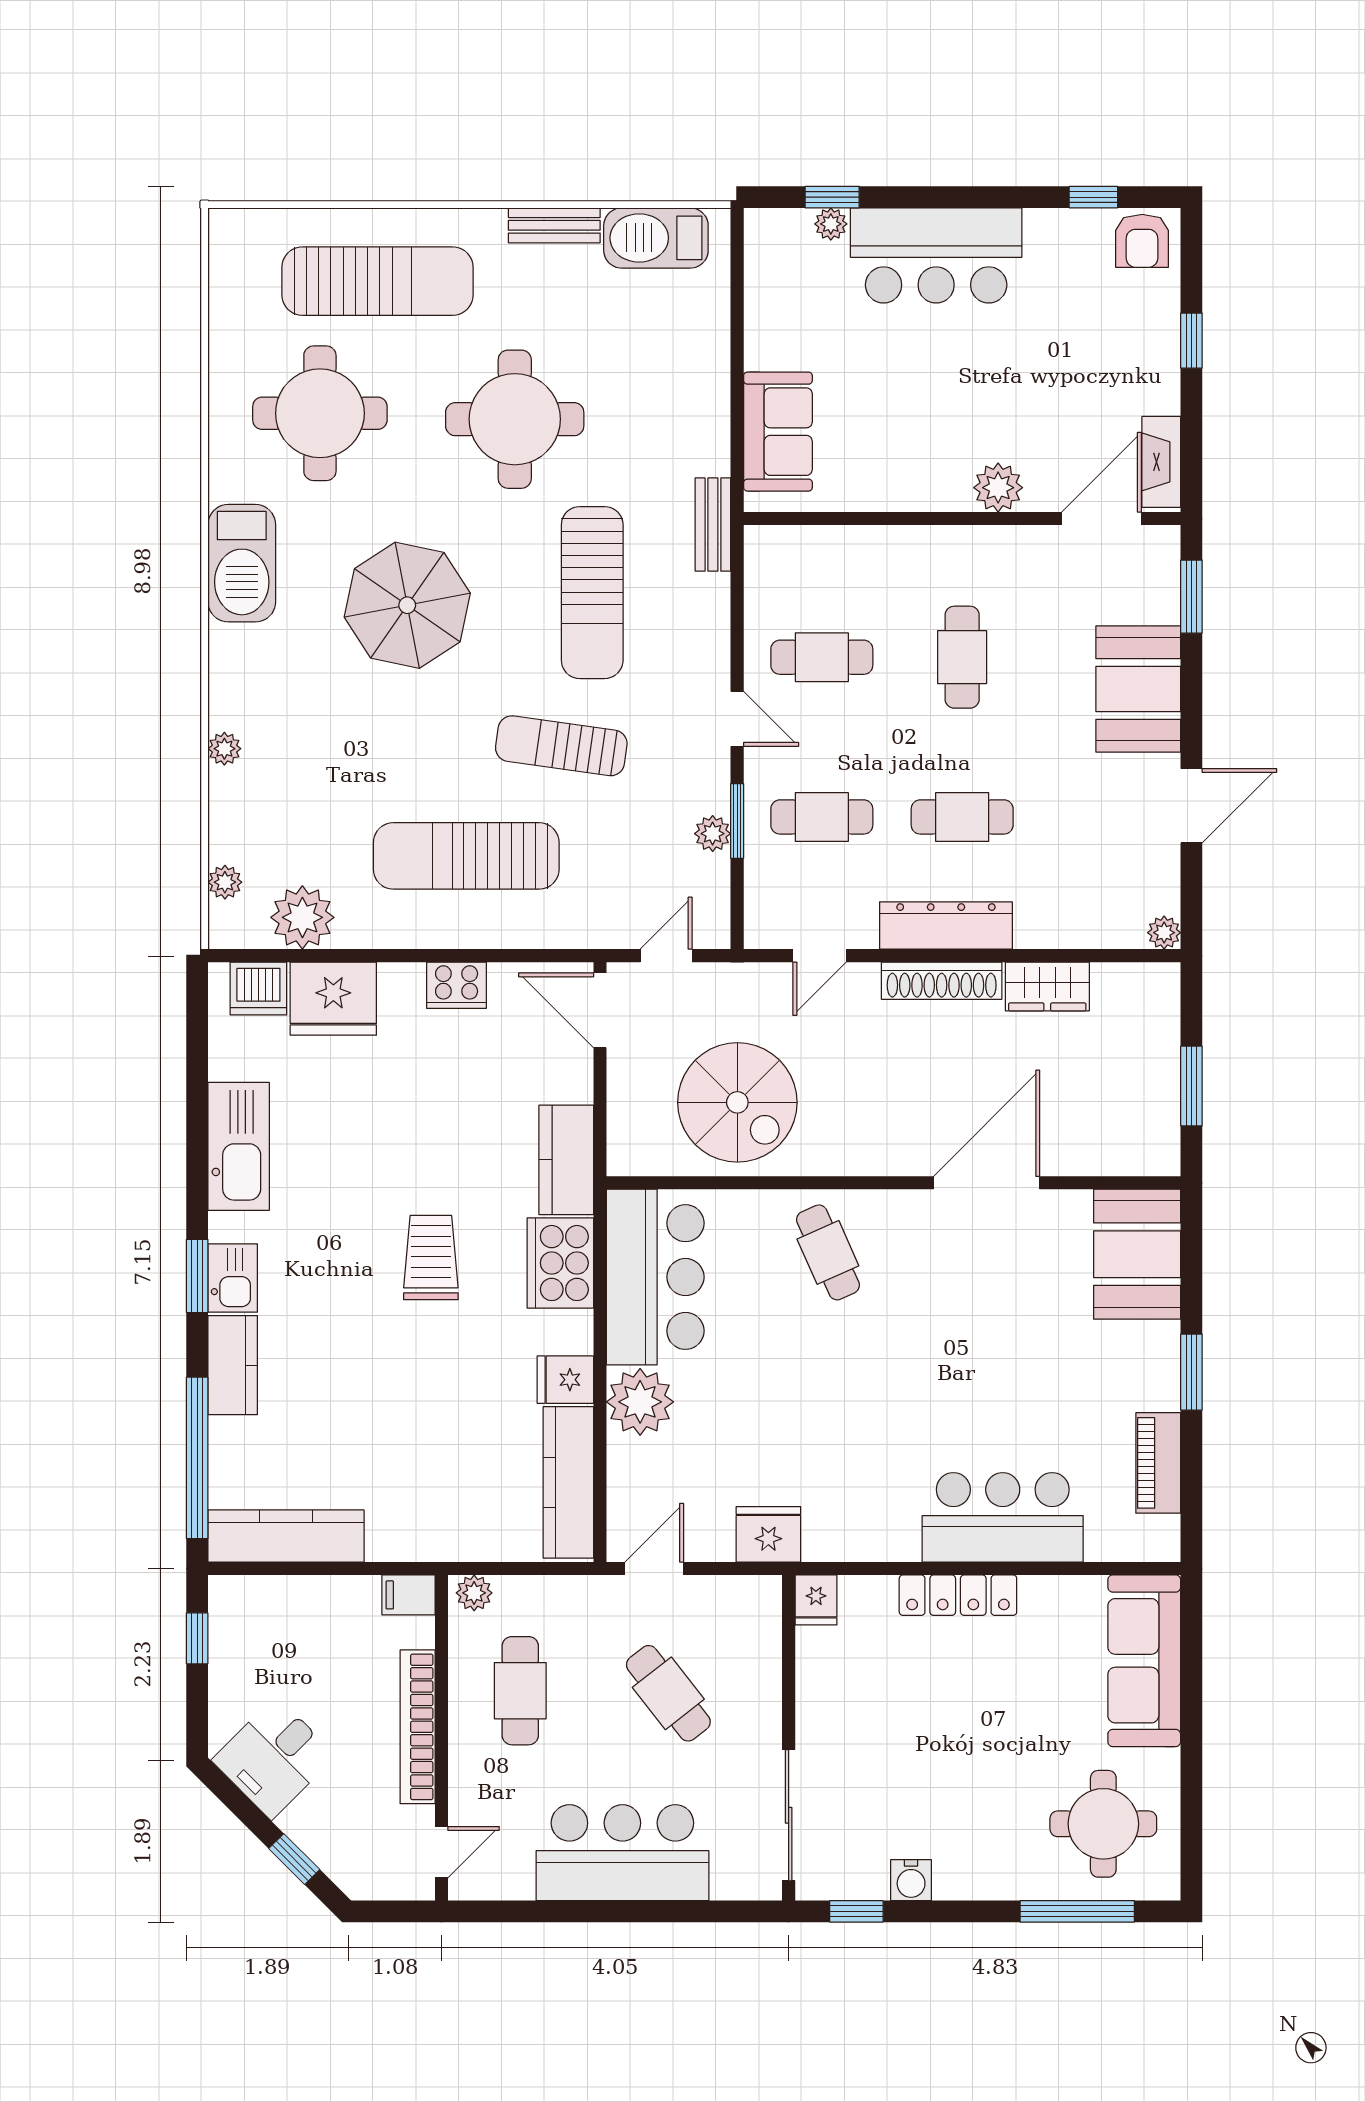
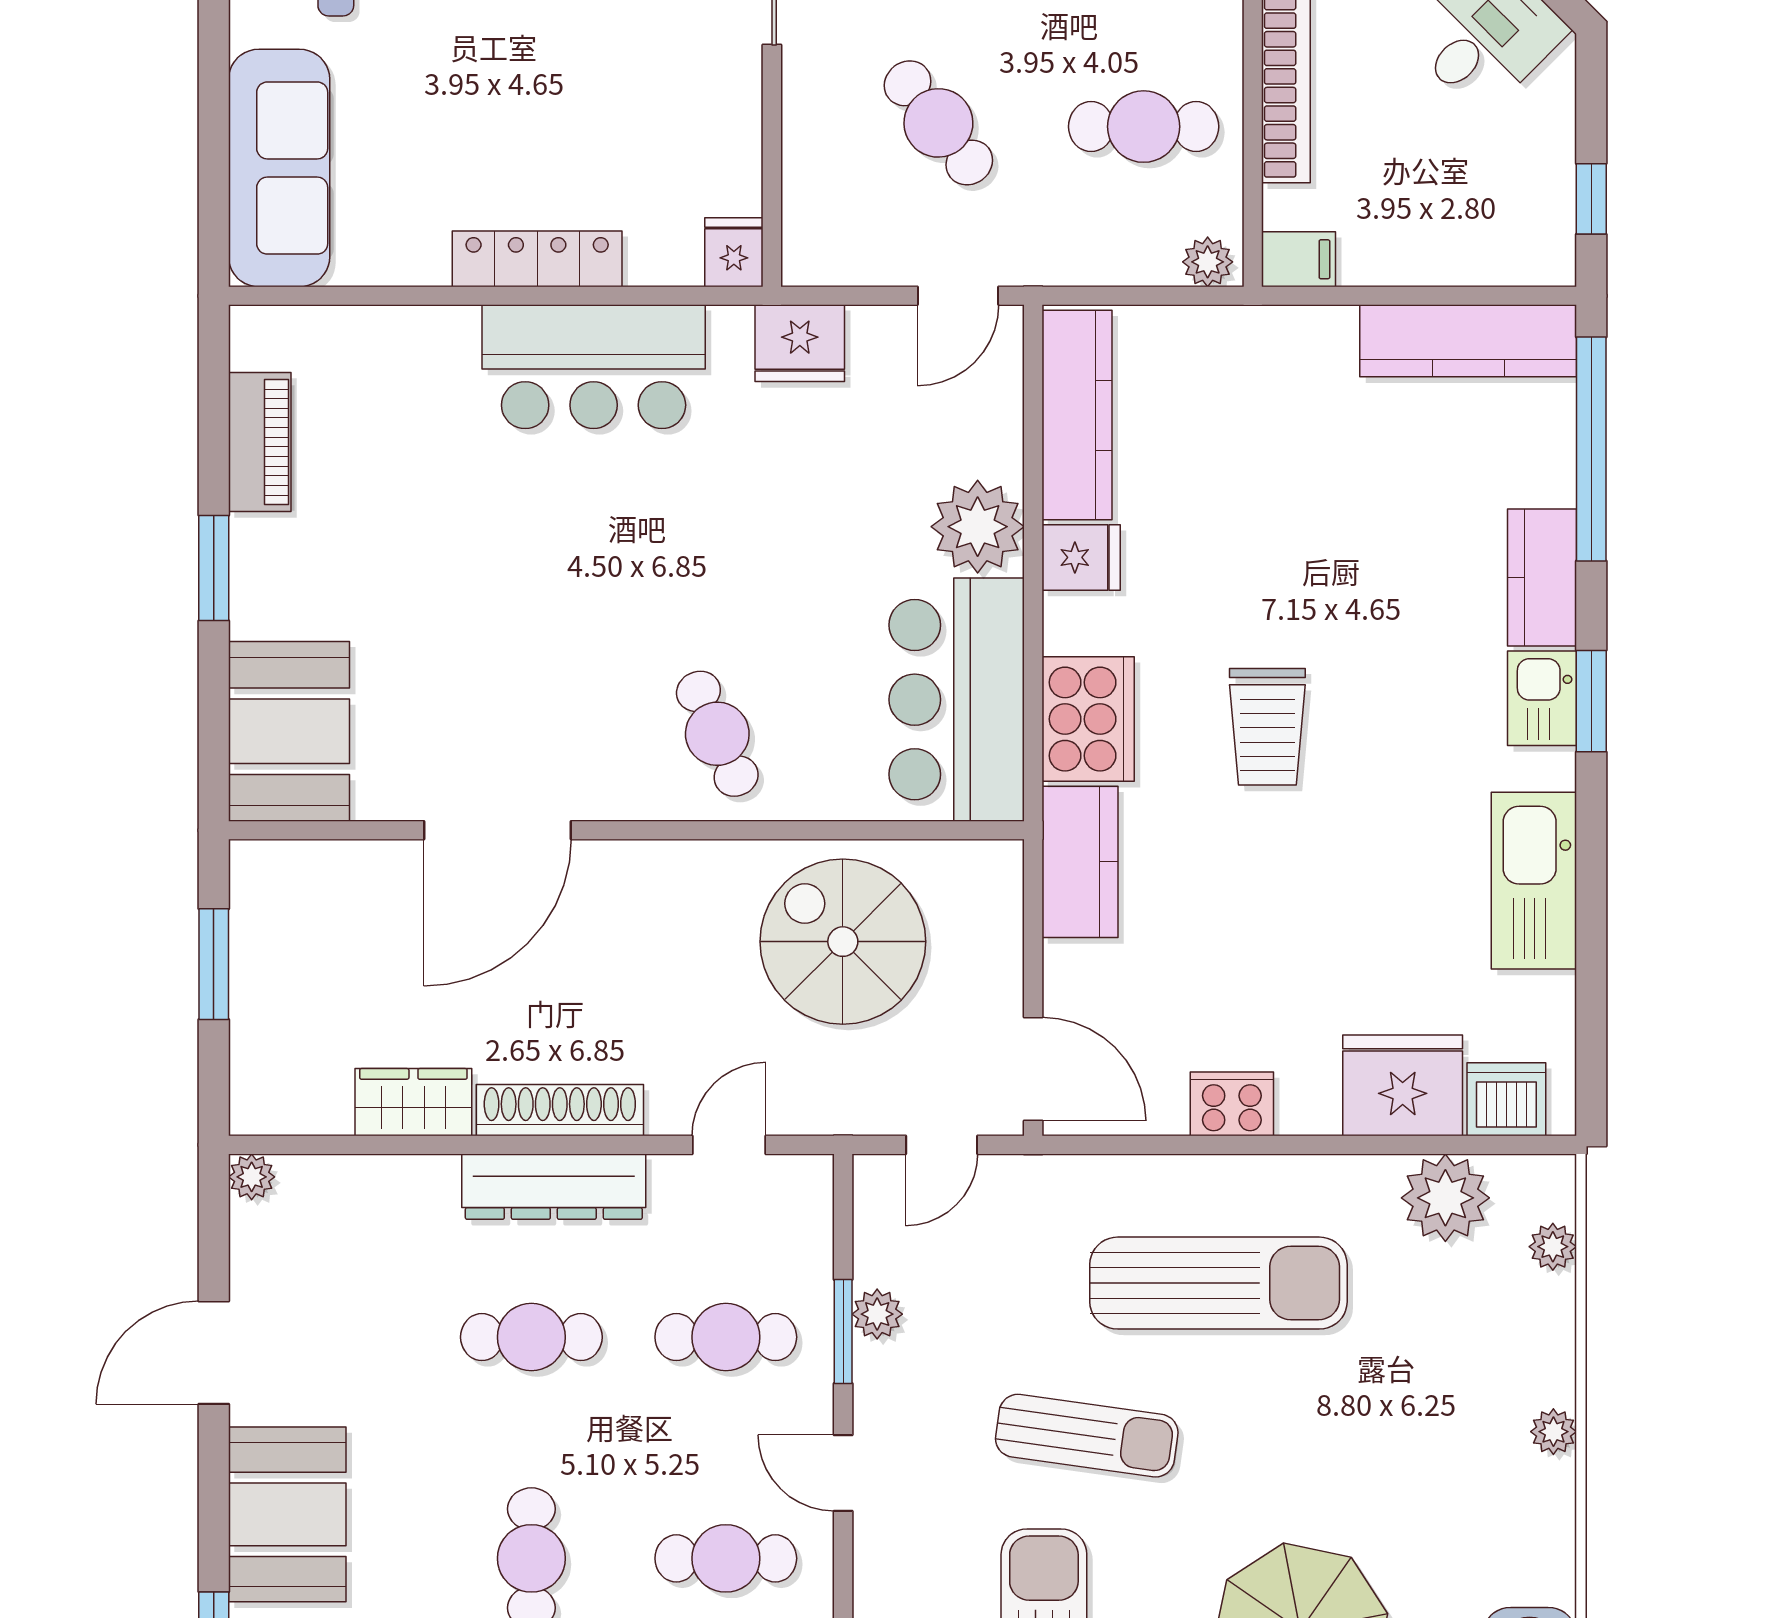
bar counter: (1003, 1517) -> (594, 367), moved
cafe table: (520, 1691) -> (1144, 127), turned 90

